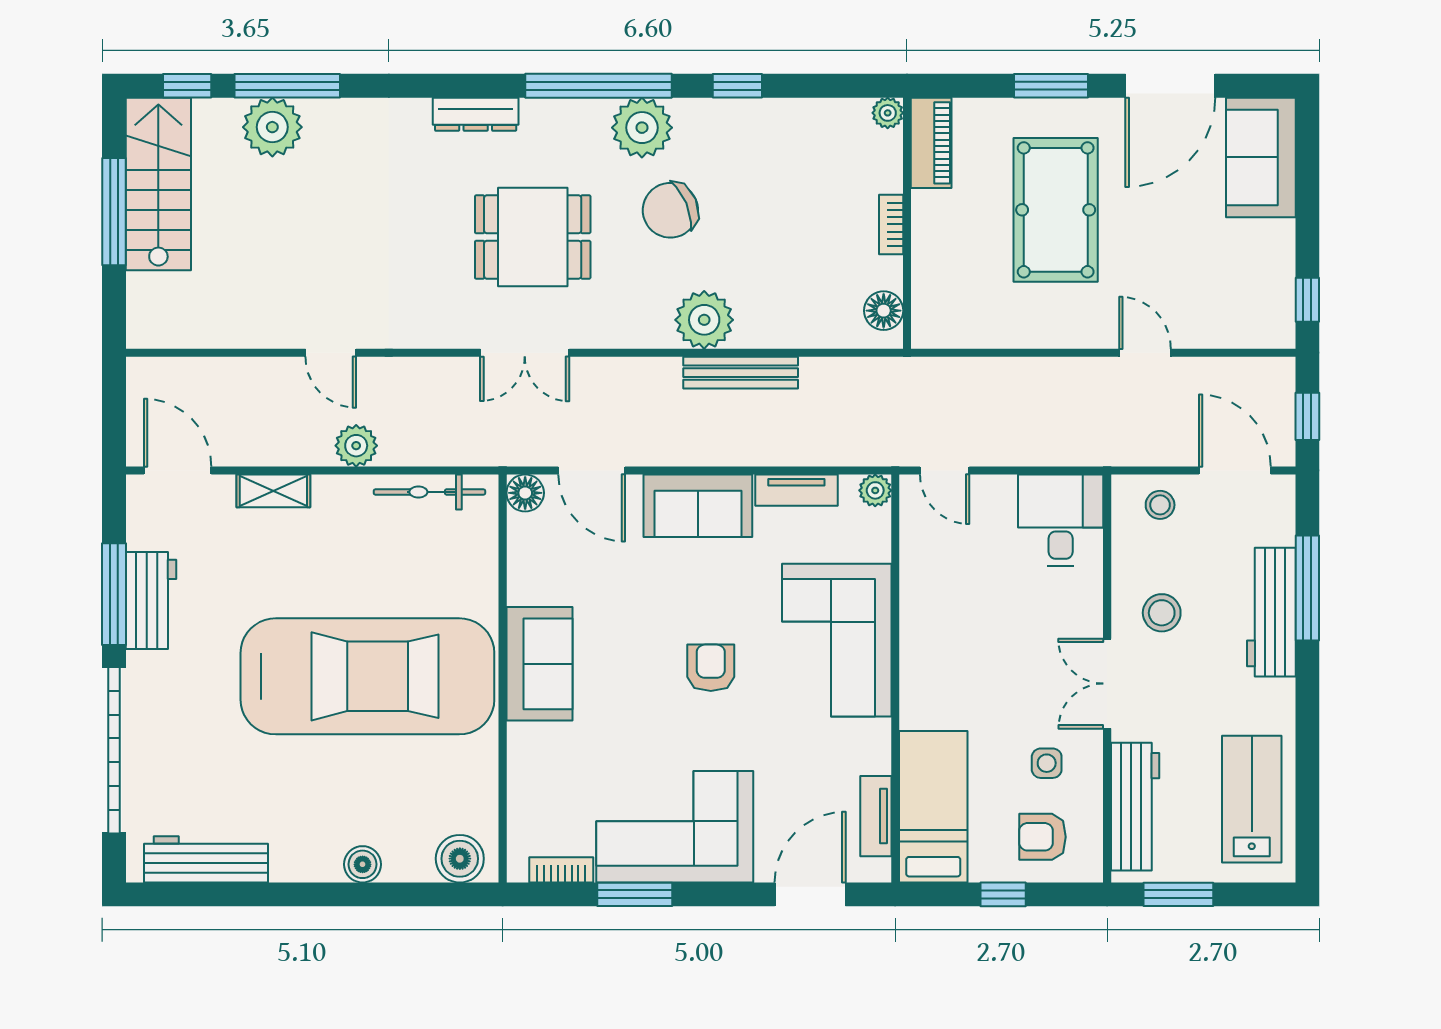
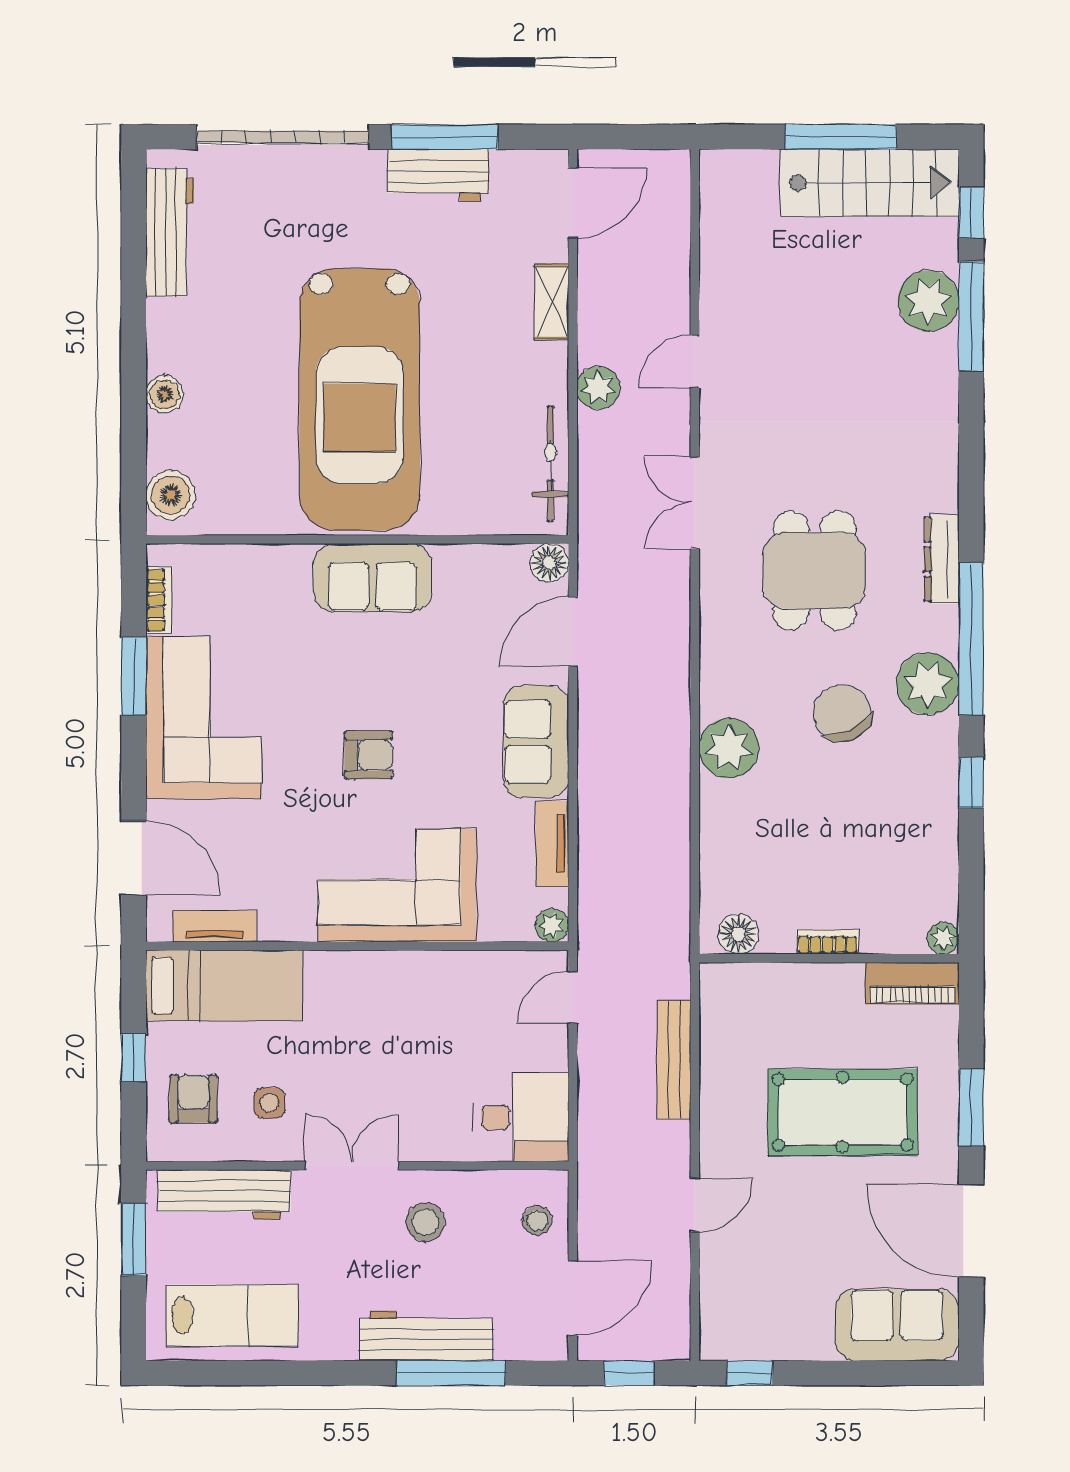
dresser: (476, 114) -> (942, 559), moved
double door: (525, 353) -> (695, 503), moved
bench: (741, 373) -> (674, 1060), moved

